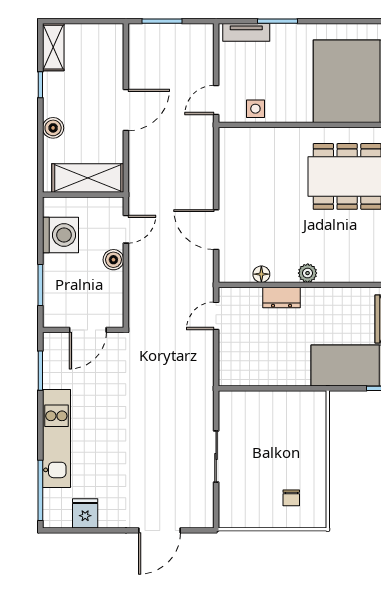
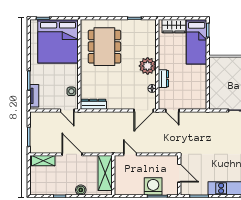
shelving: (53, 47) -> (43, 161), moved
dresser: (229, 154) -> (93, 104), added
door: (216, 230) -> (144, 110), moved
washing machine: (60, 235) -> (153, 186), moved
boiler: (113, 260) -> (145, 160), removed
plant: (308, 273) -> (148, 66), width x1.88, depth x1.88

